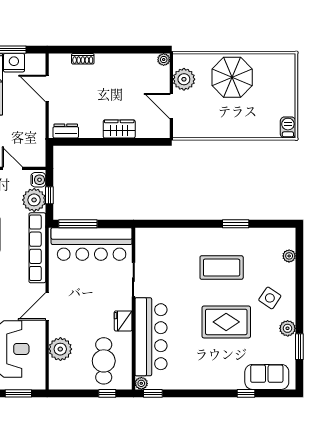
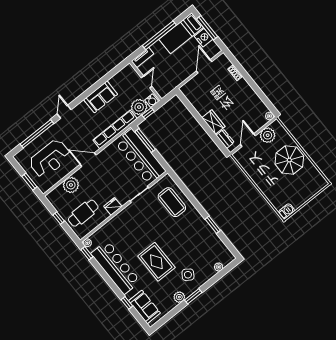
dresser: (66, 131) -> (225, 139), moved
coffee table: (222, 268) -> (172, 202), moved
bar counter: (151, 337) -> (116, 267), moved, turned -90
window: (299, 347) -> (193, 296), moved
window: (107, 393) -> (59, 218), moved

